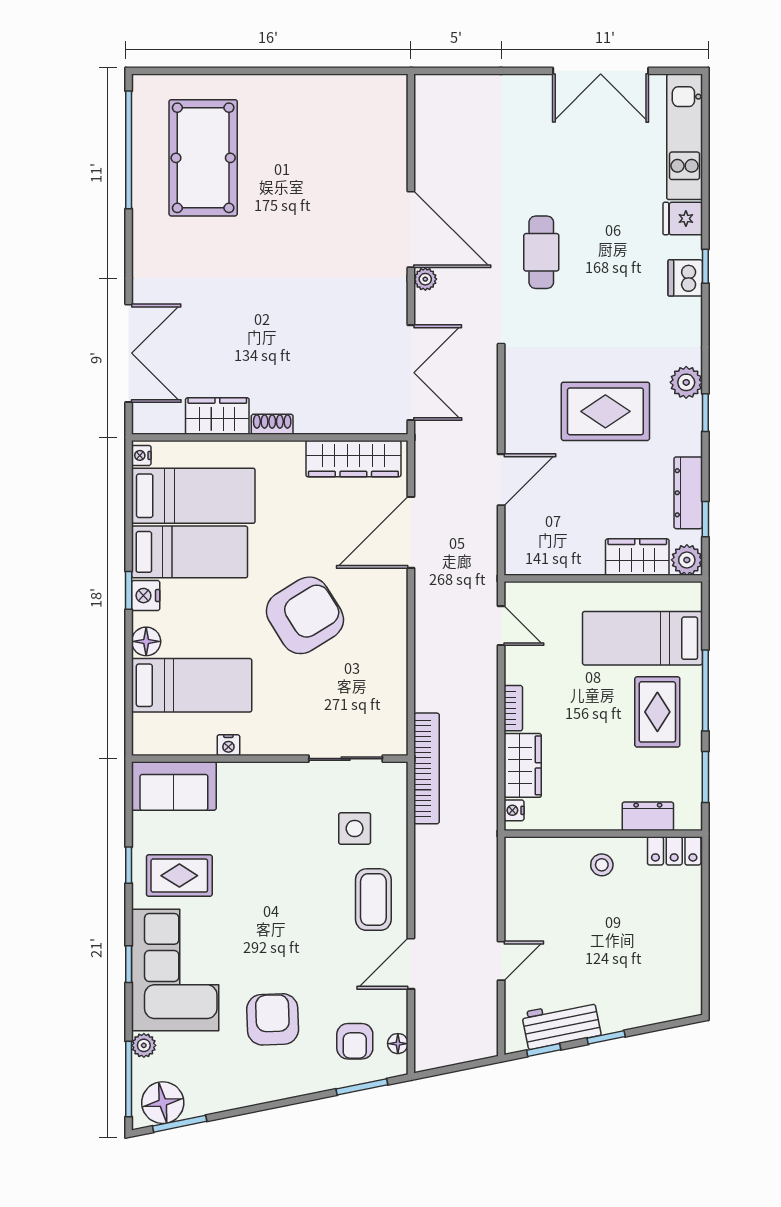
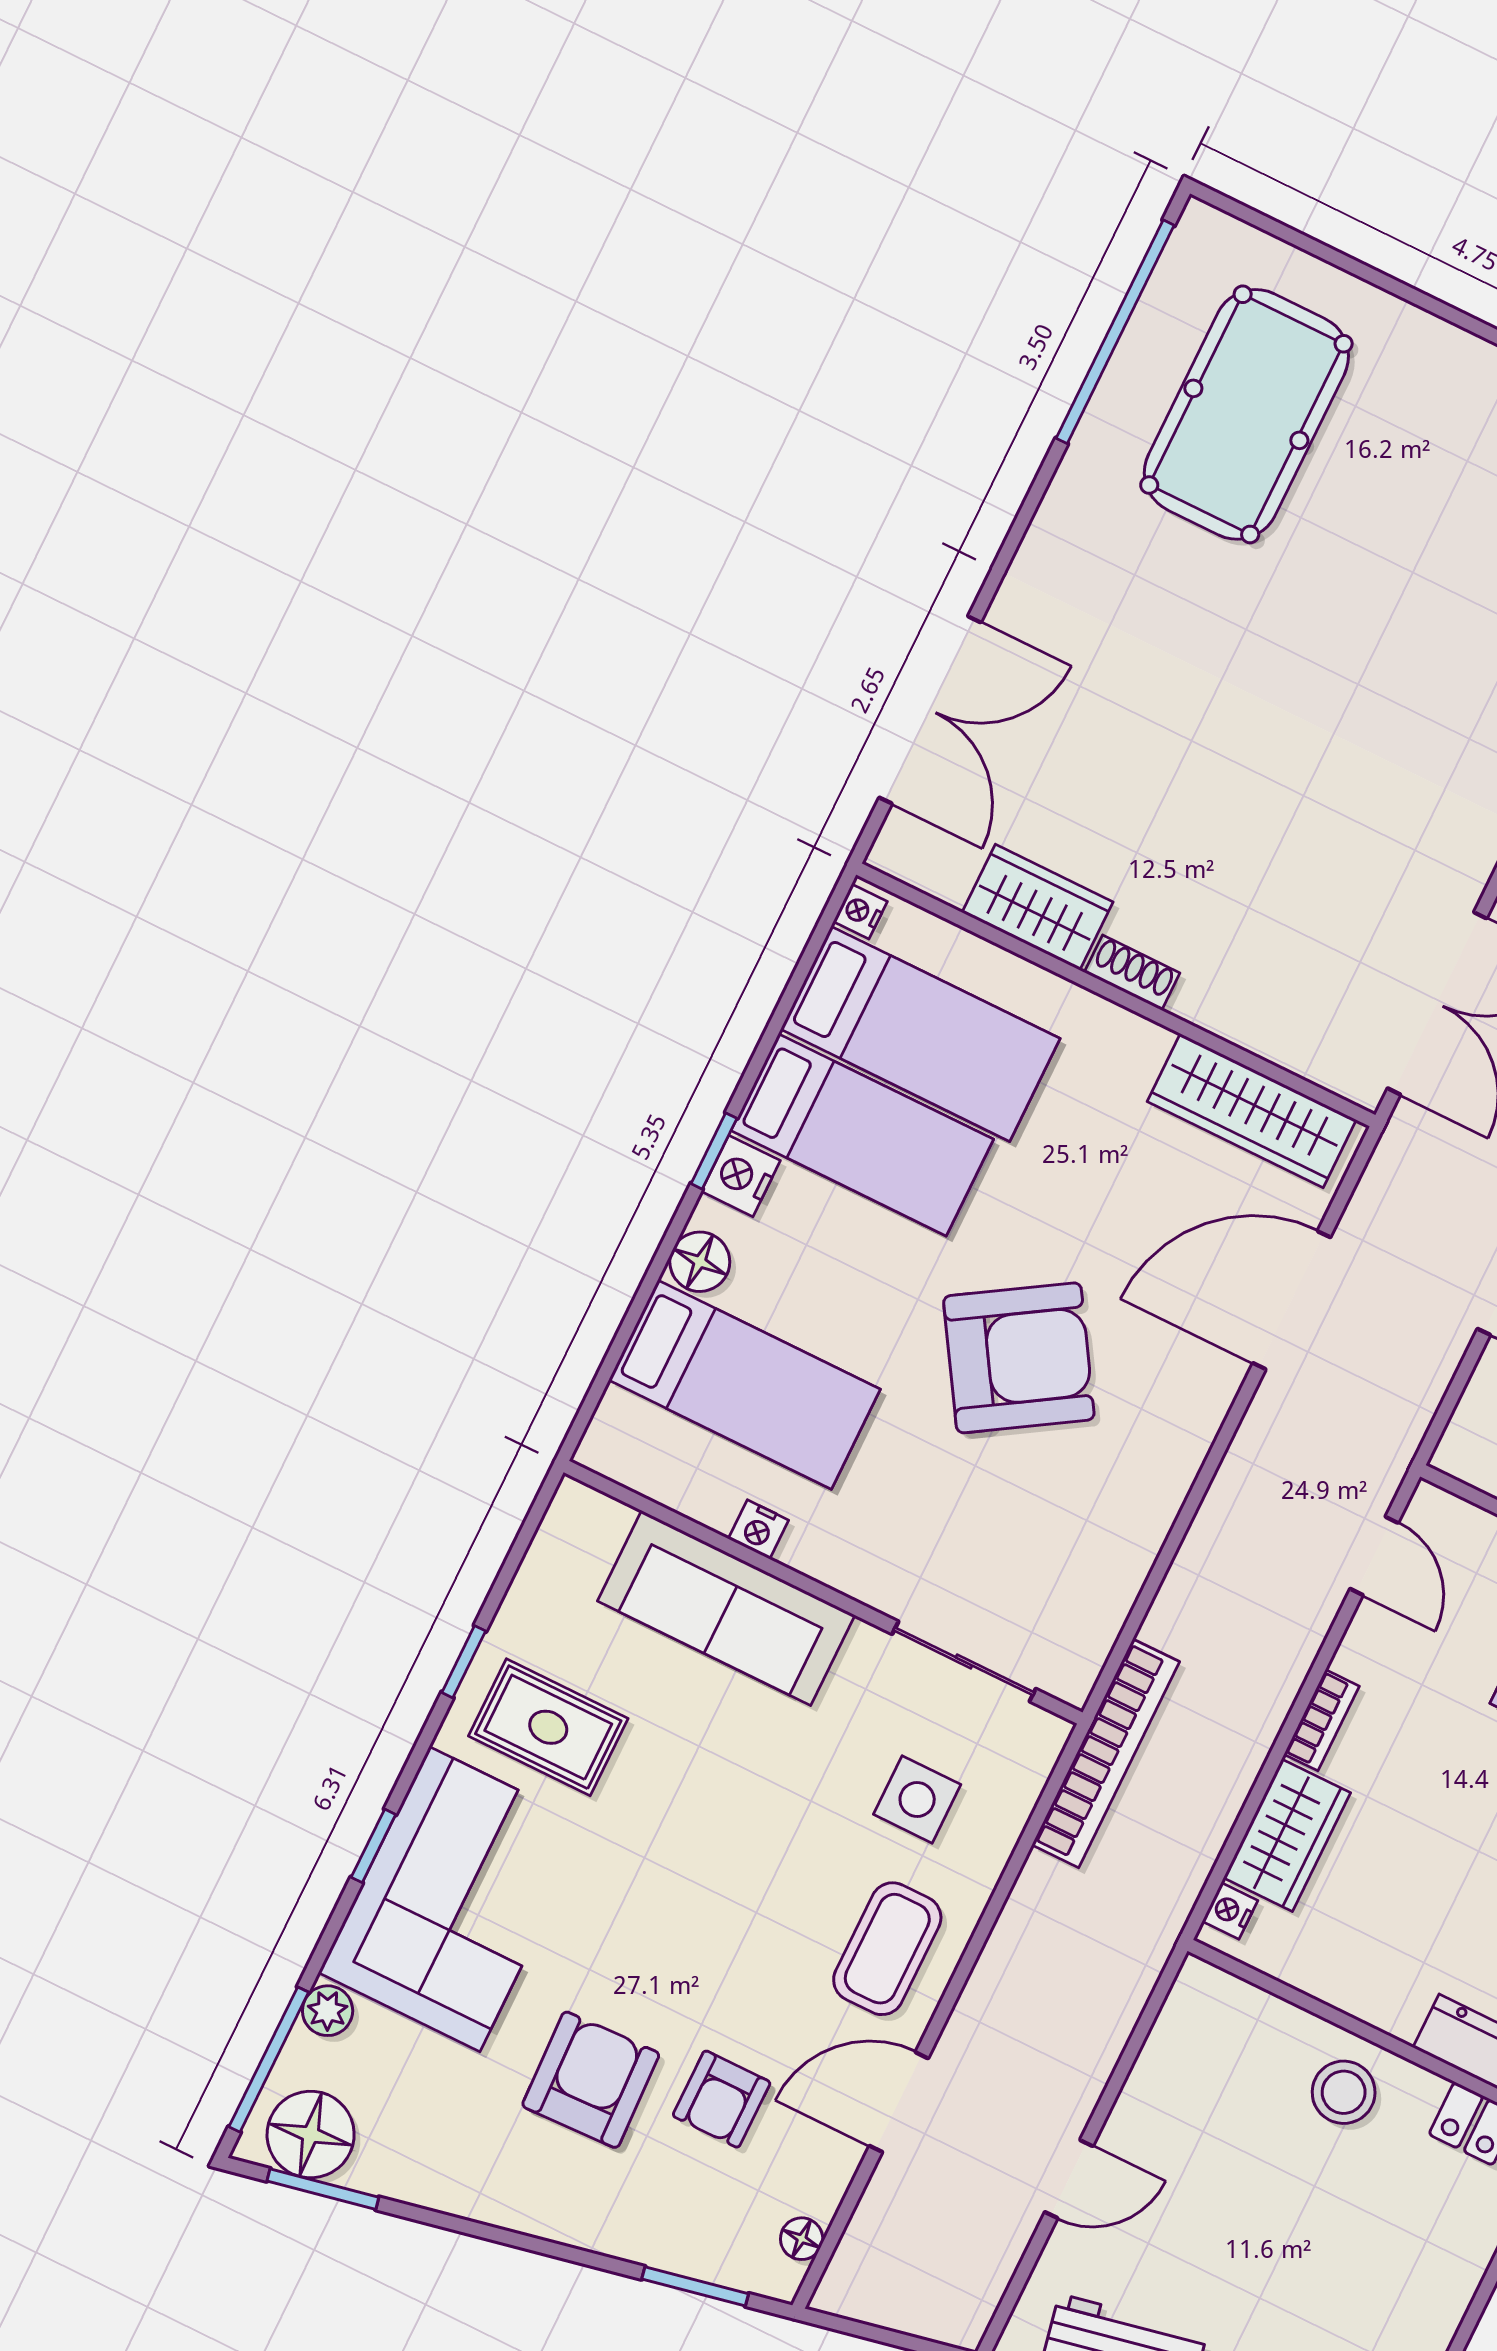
sofa: (174, 786) -> (726, 1608), moved, width x1.36
stool: (602, 865) -> (1344, 2092), width x1.37, depth x1.37
armchair: (355, 1041) -> (722, 2099), moved

